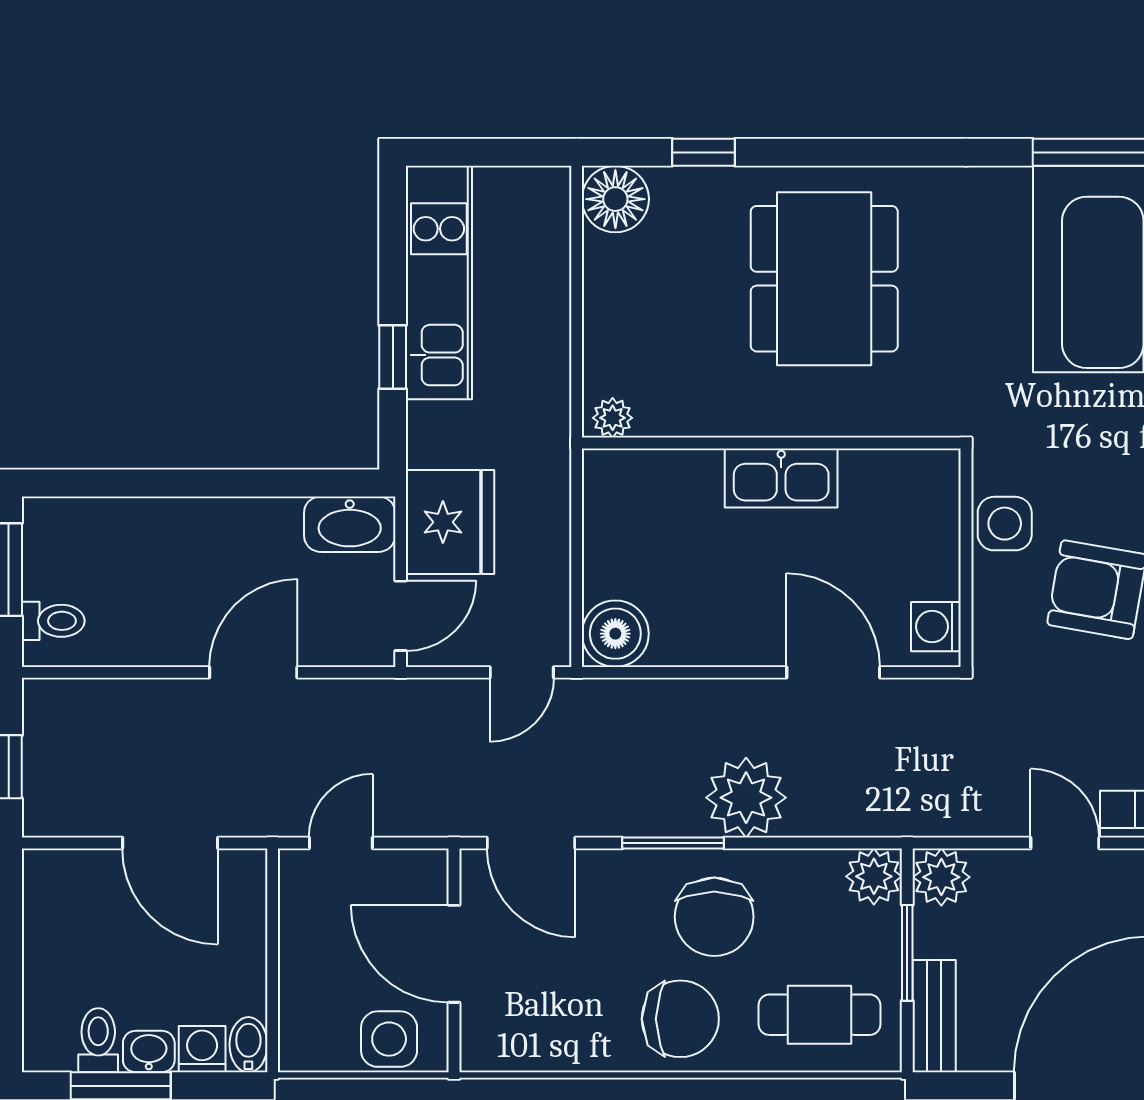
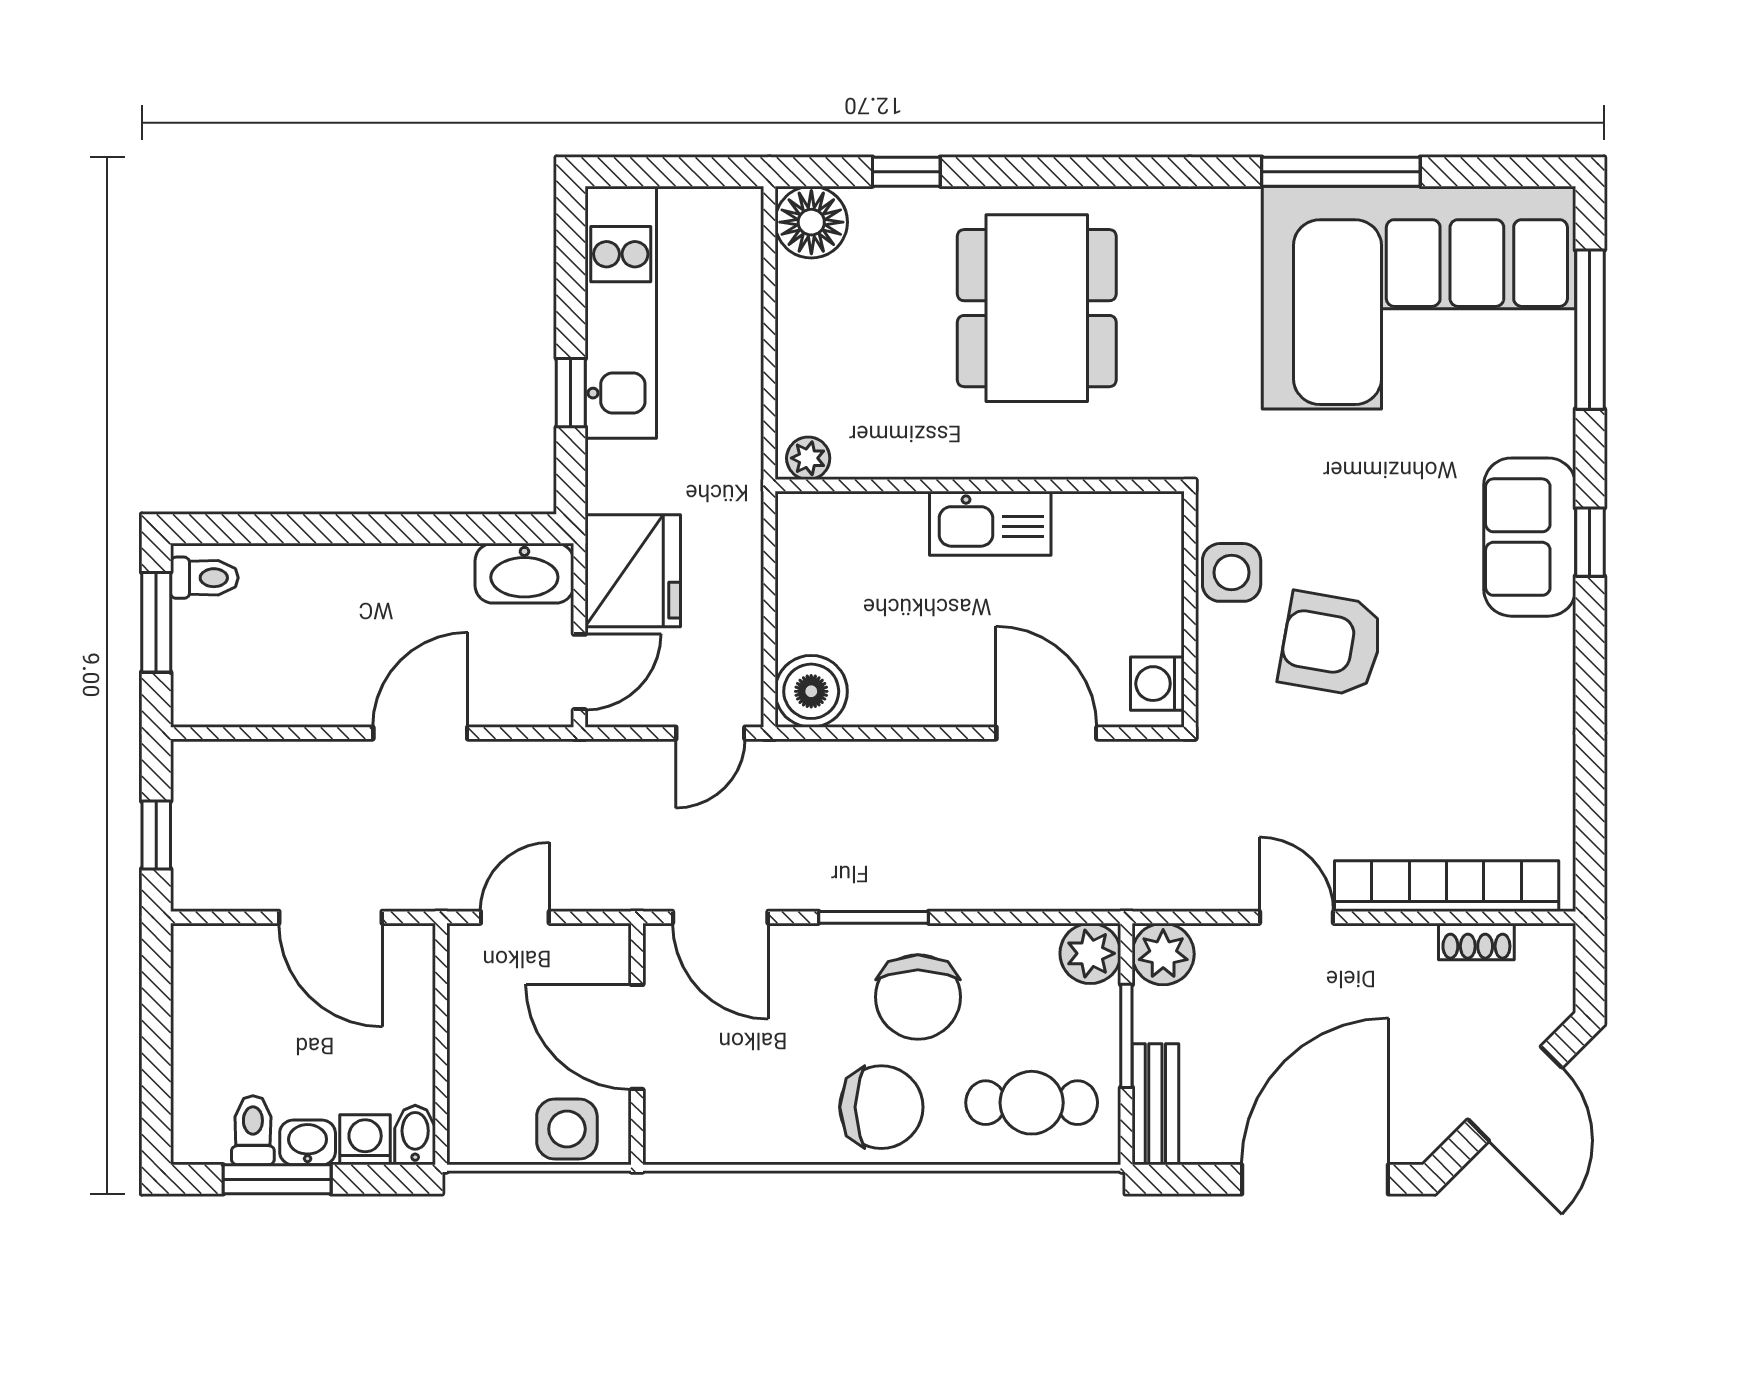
toilet: (53, 621) -> (204, 578), moved
plant: (746, 798) -> (952, 868), removed

